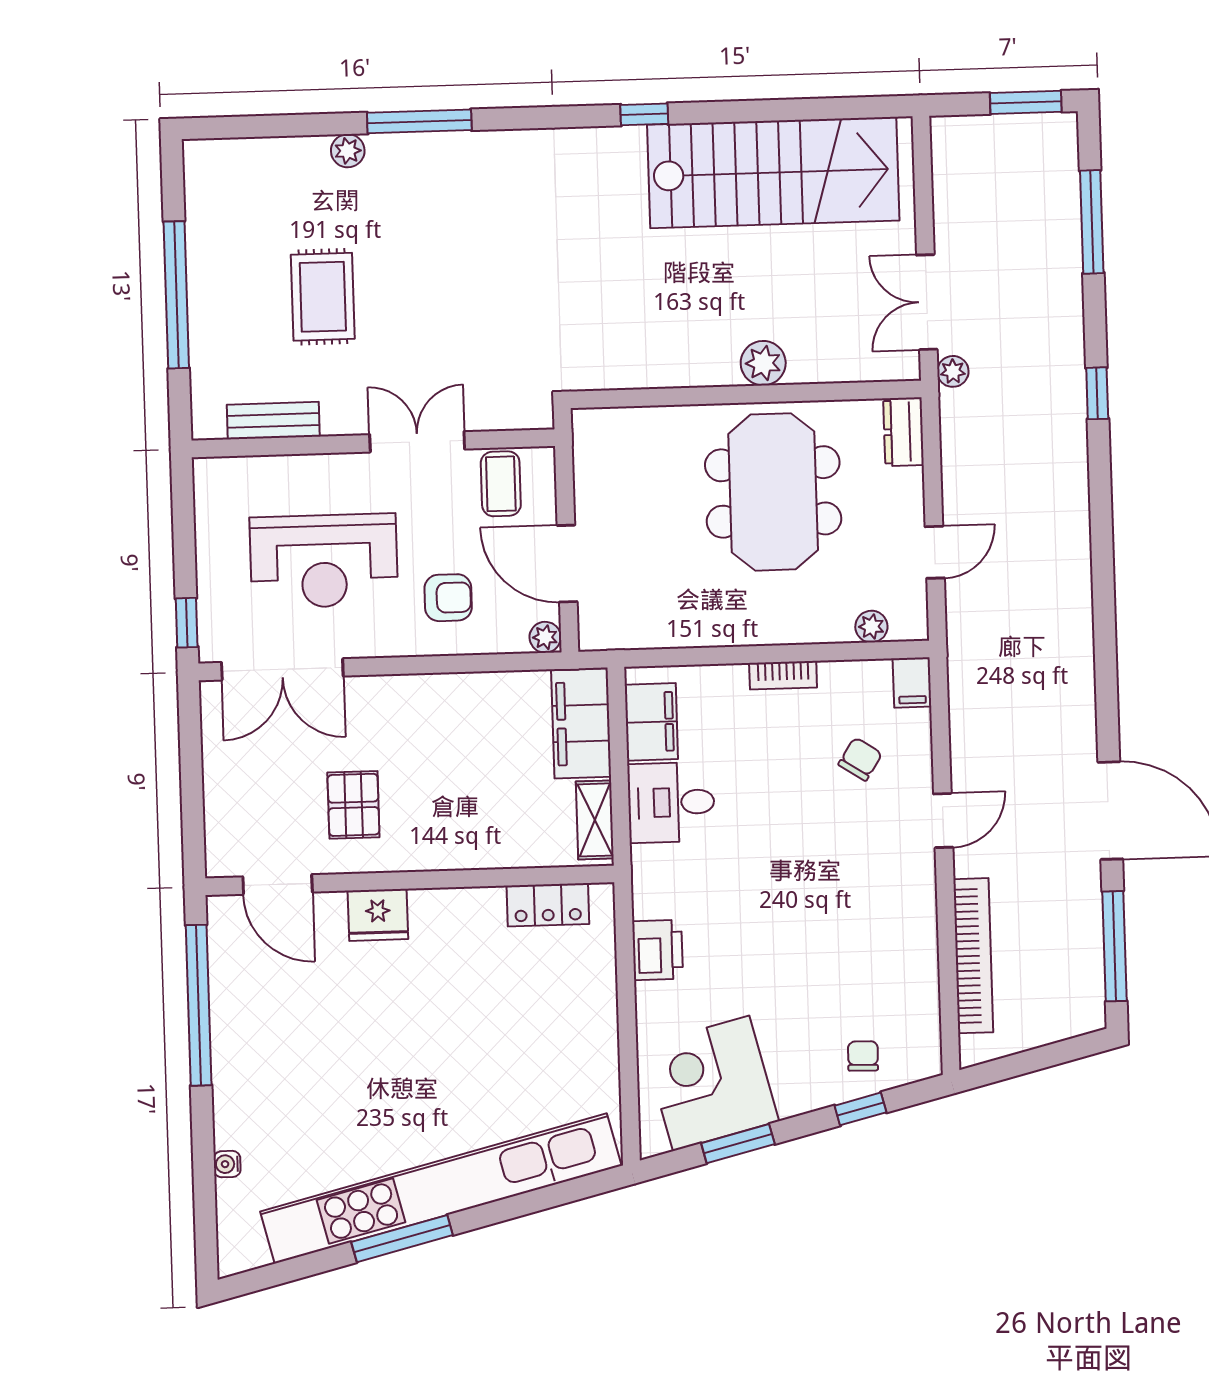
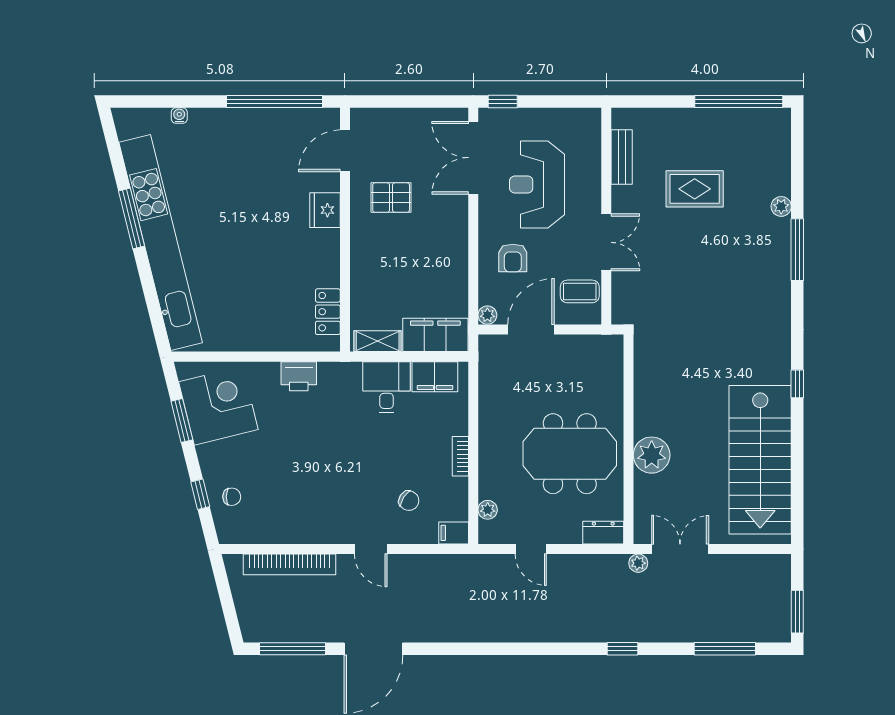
window: (176, 295) -> (739, 102), moved
plant: (763, 363) -> (652, 455), width x1.36, depth x1.36

